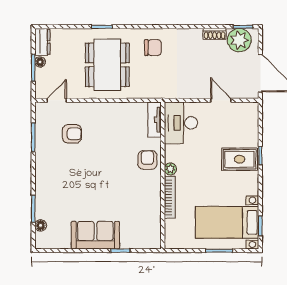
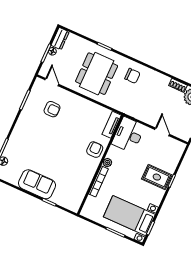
door: (57, 100) -> (52, 82), hinge flipped

